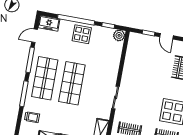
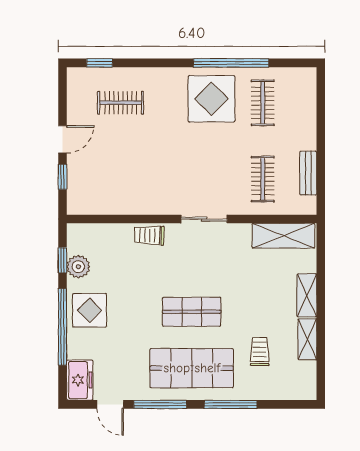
plant: (119, 35) -> (78, 267), moved
trolley: (113, 70) -> (149, 235), added
shop shelf: (72, 83) -> (192, 312), width x0.70, depth x0.74
trolley: (32, 117) -> (260, 352), moved

